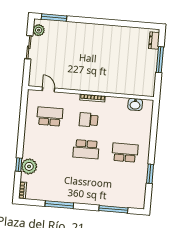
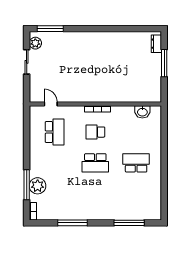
school desk: (50, 117) -> (55, 132), turned 90
window: (19, 165) -> (27, 185), width x2.17
window: (150, 174) -> (164, 183), removed

